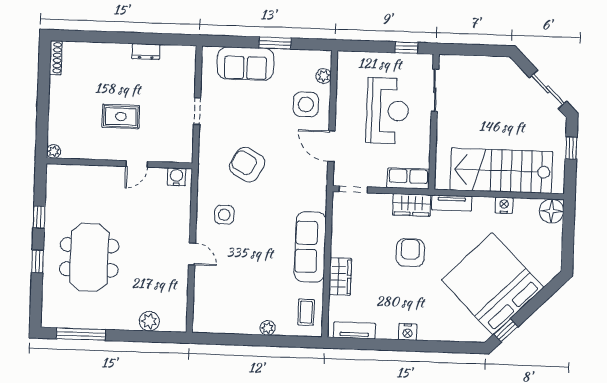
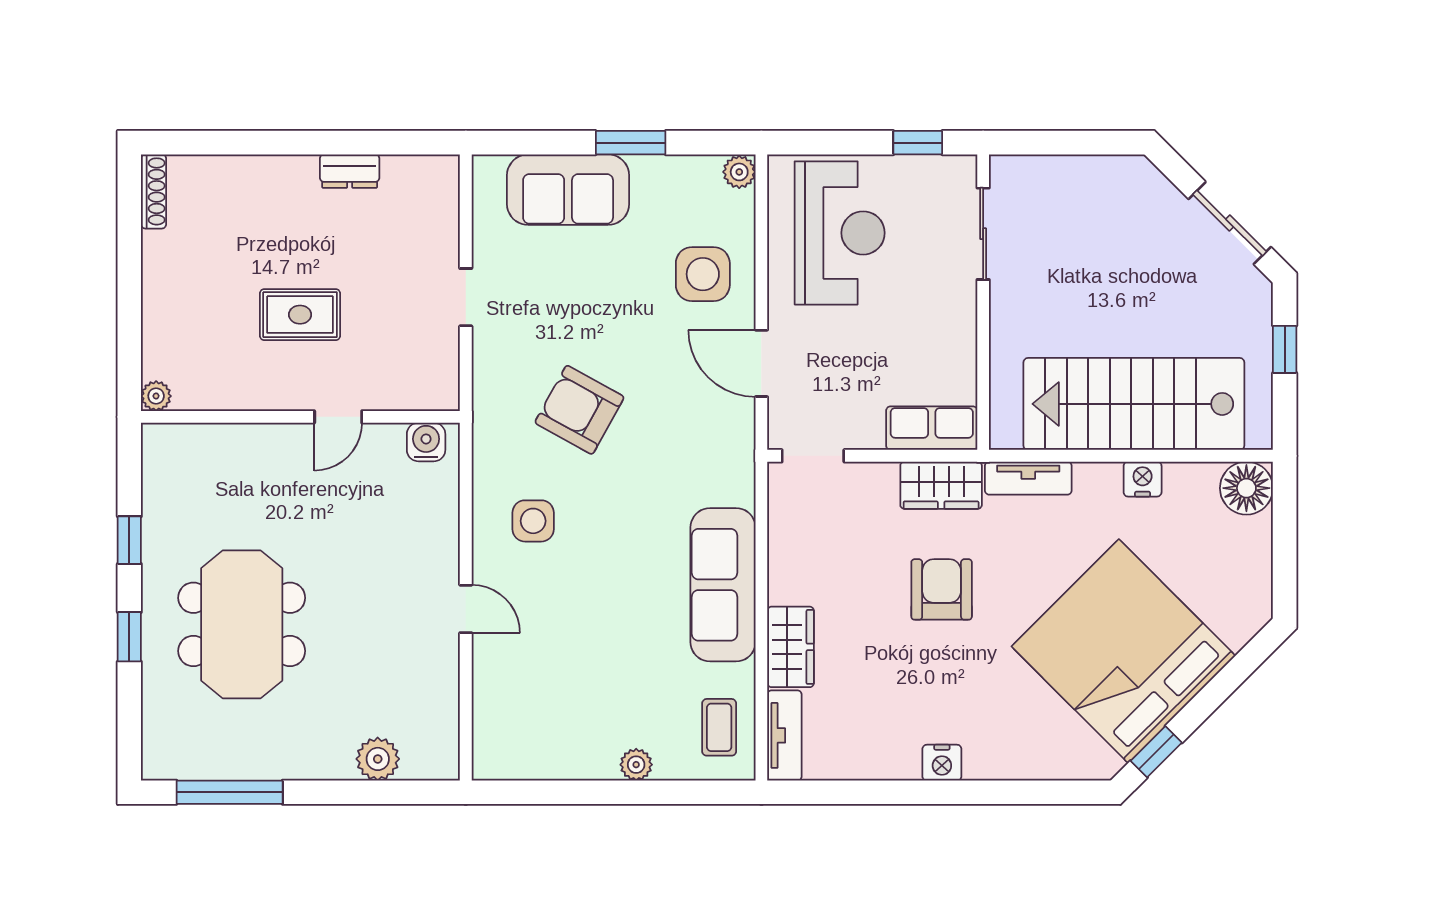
plant: (324, 76) -> (739, 172), moved
reception desk: (388, 111) -> (840, 233), moved
tv unit: (354, 330) -> (784, 735), moved, turned 90

